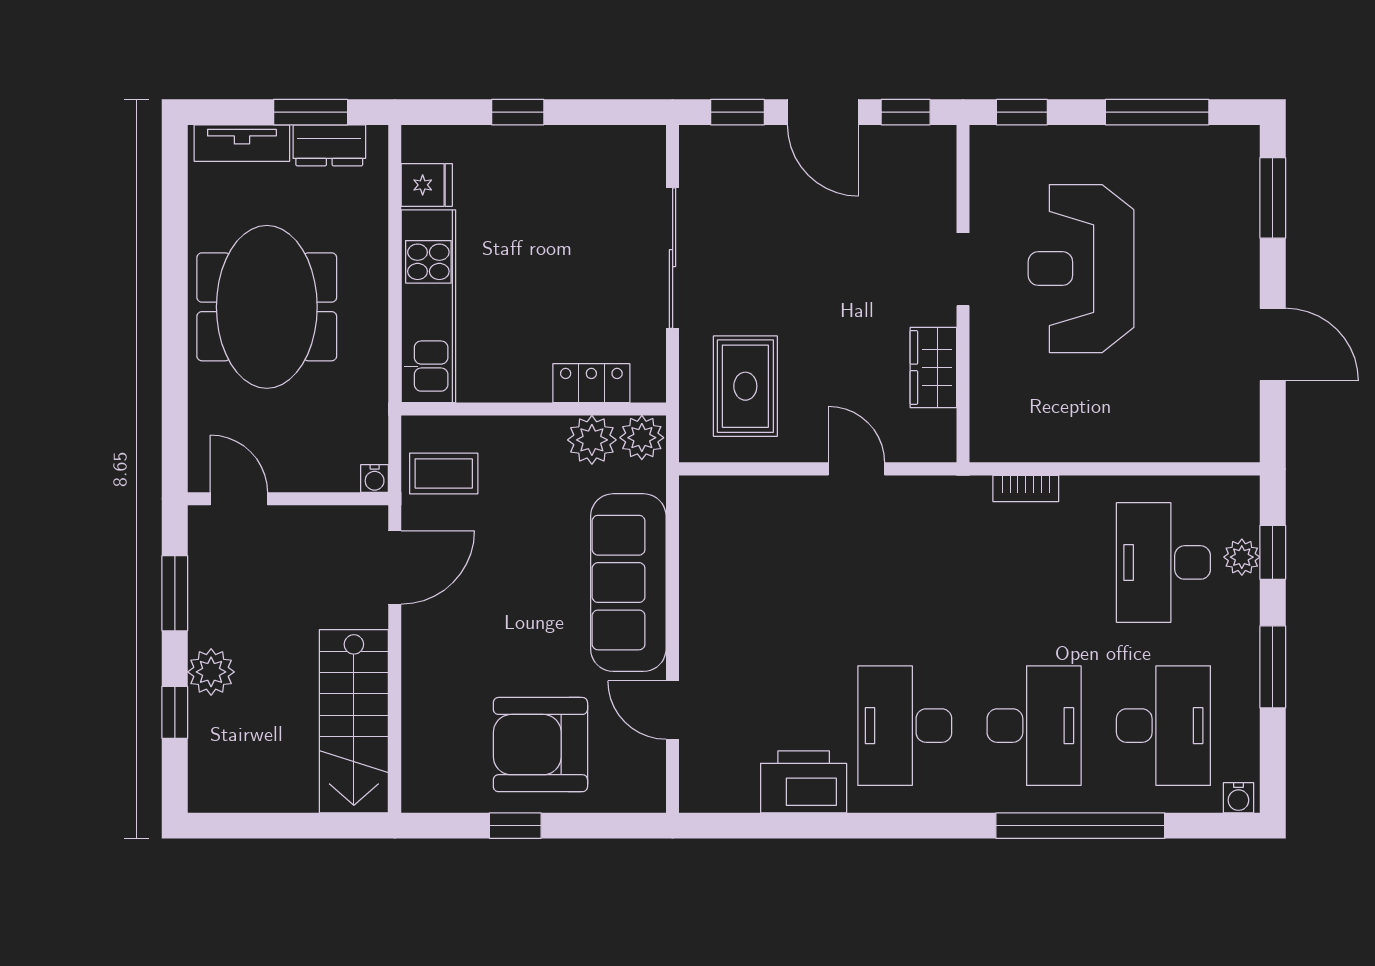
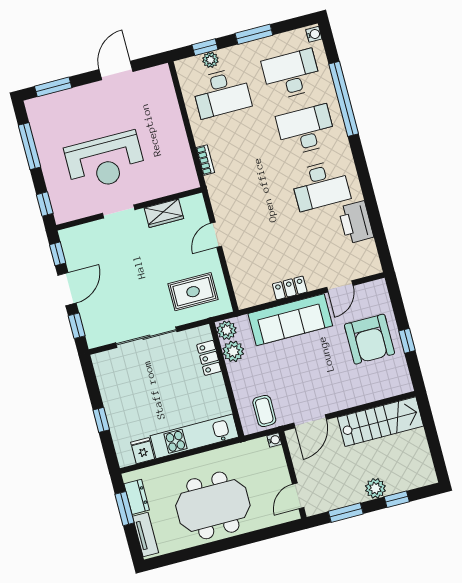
door: (395, 568) -> (310, 421), swing flipped
locker: (698, 600) -> (290, 288), added

